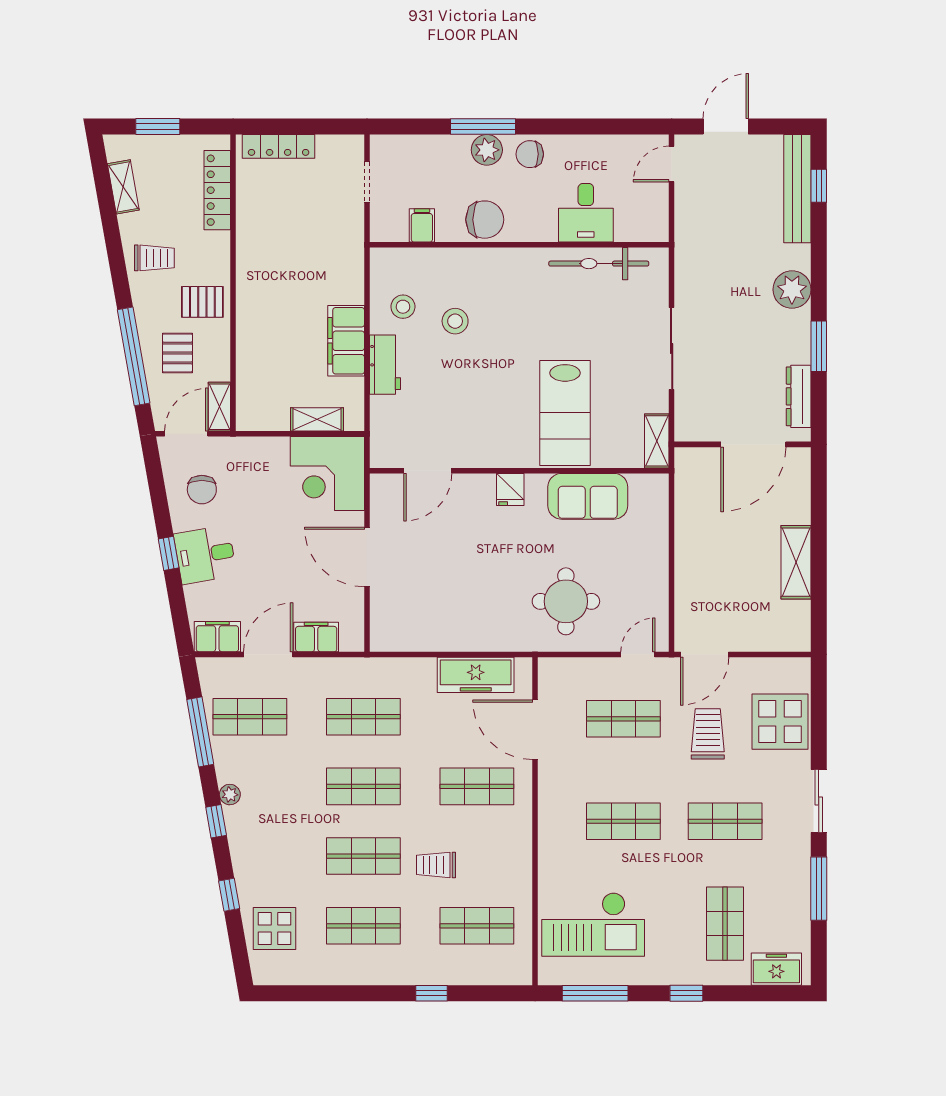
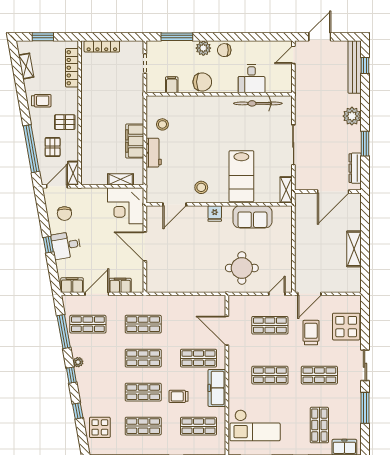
window: (483, 127) -> (177, 37), moved
stool: (455, 321) -> (201, 187), moved
freezer: (476, 675) -> (217, 388), moved, turned 90

